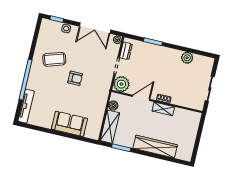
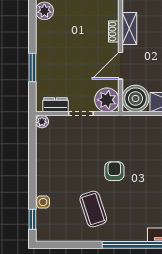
double door: (95, 28) -> (32, 159), removed
door: (141, 98) -> (120, 66), hinge flipped
boiler: (113, 105) -> (135, 98), width x1.86, depth x1.86

